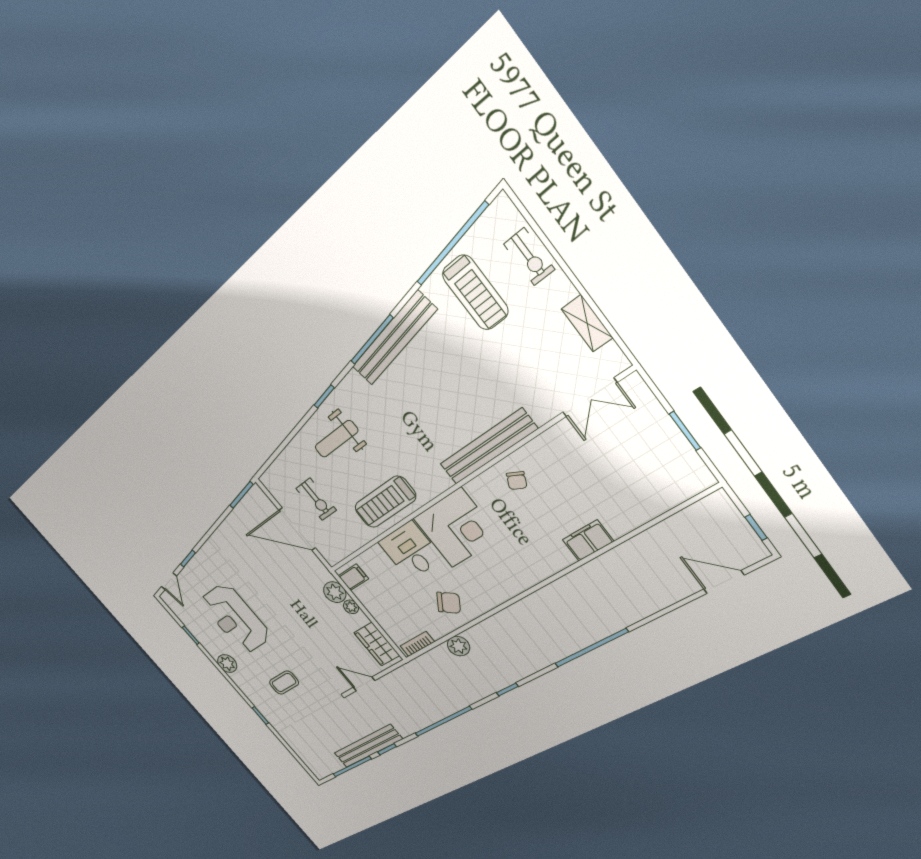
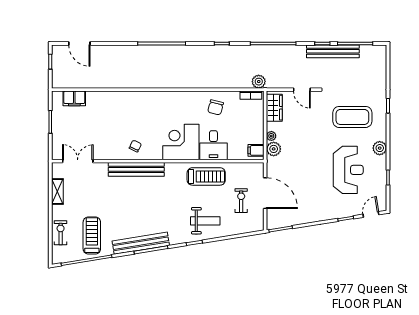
filing cabinet: (588, 541) -> (74, 98), moved
chair: (449, 603) -> (216, 107), turned -111
plant: (459, 646) -> (259, 82), moved
coffee table: (284, 683) -> (352, 117), width x1.86, depth x1.72

